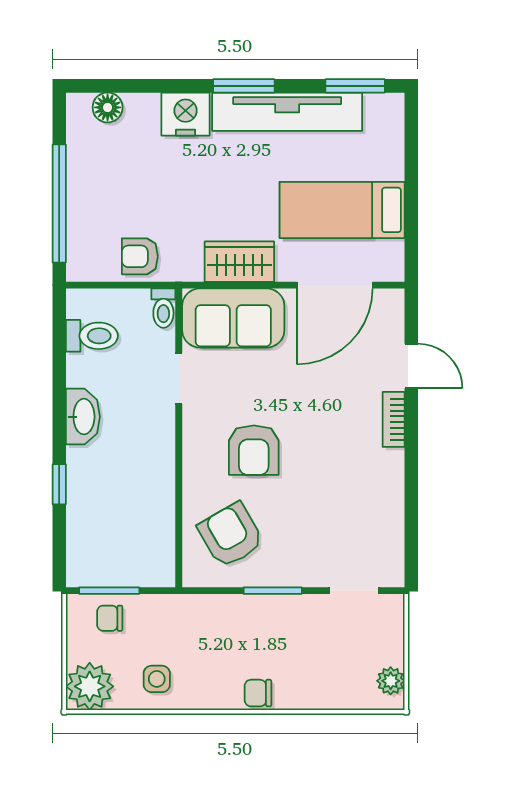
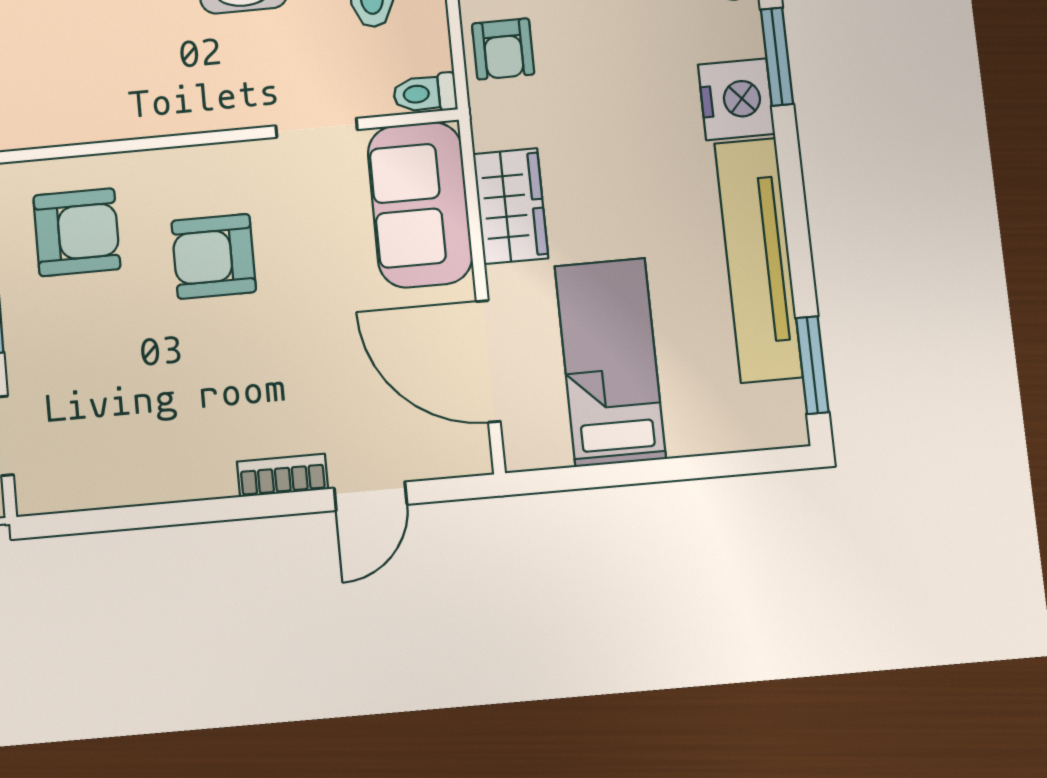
window: (244, 86) -> (777, 57), moved
armchair: (140, 256) -> (503, 49), turned 180
armchair: (231, 535) -> (77, 232), turned 30

